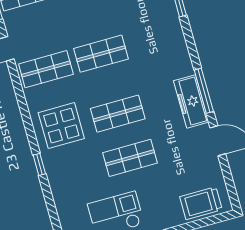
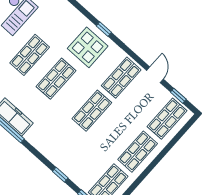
window: (39, 164) -> (104, 29), moved

